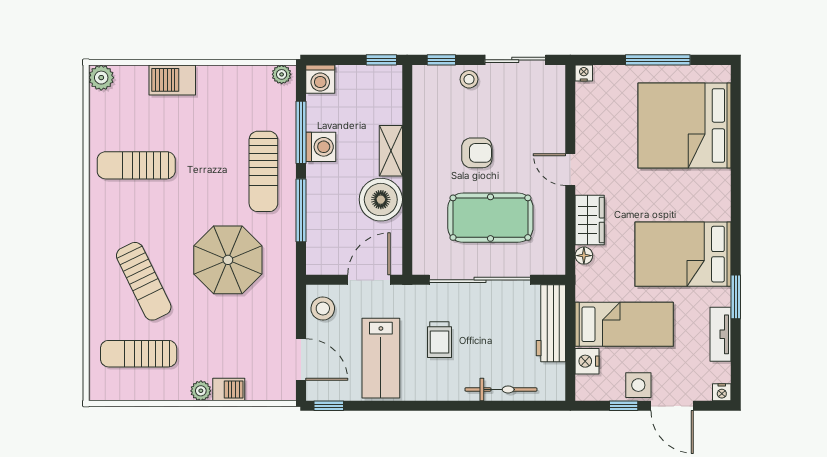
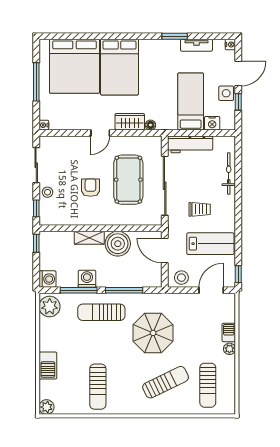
plant: (282, 74) -> (50, 307), width x1.88, depth x1.88
sun lounger: (263, 171) -> (101, 312), turned 180
bed: (683, 254) -> (119, 67), moved

